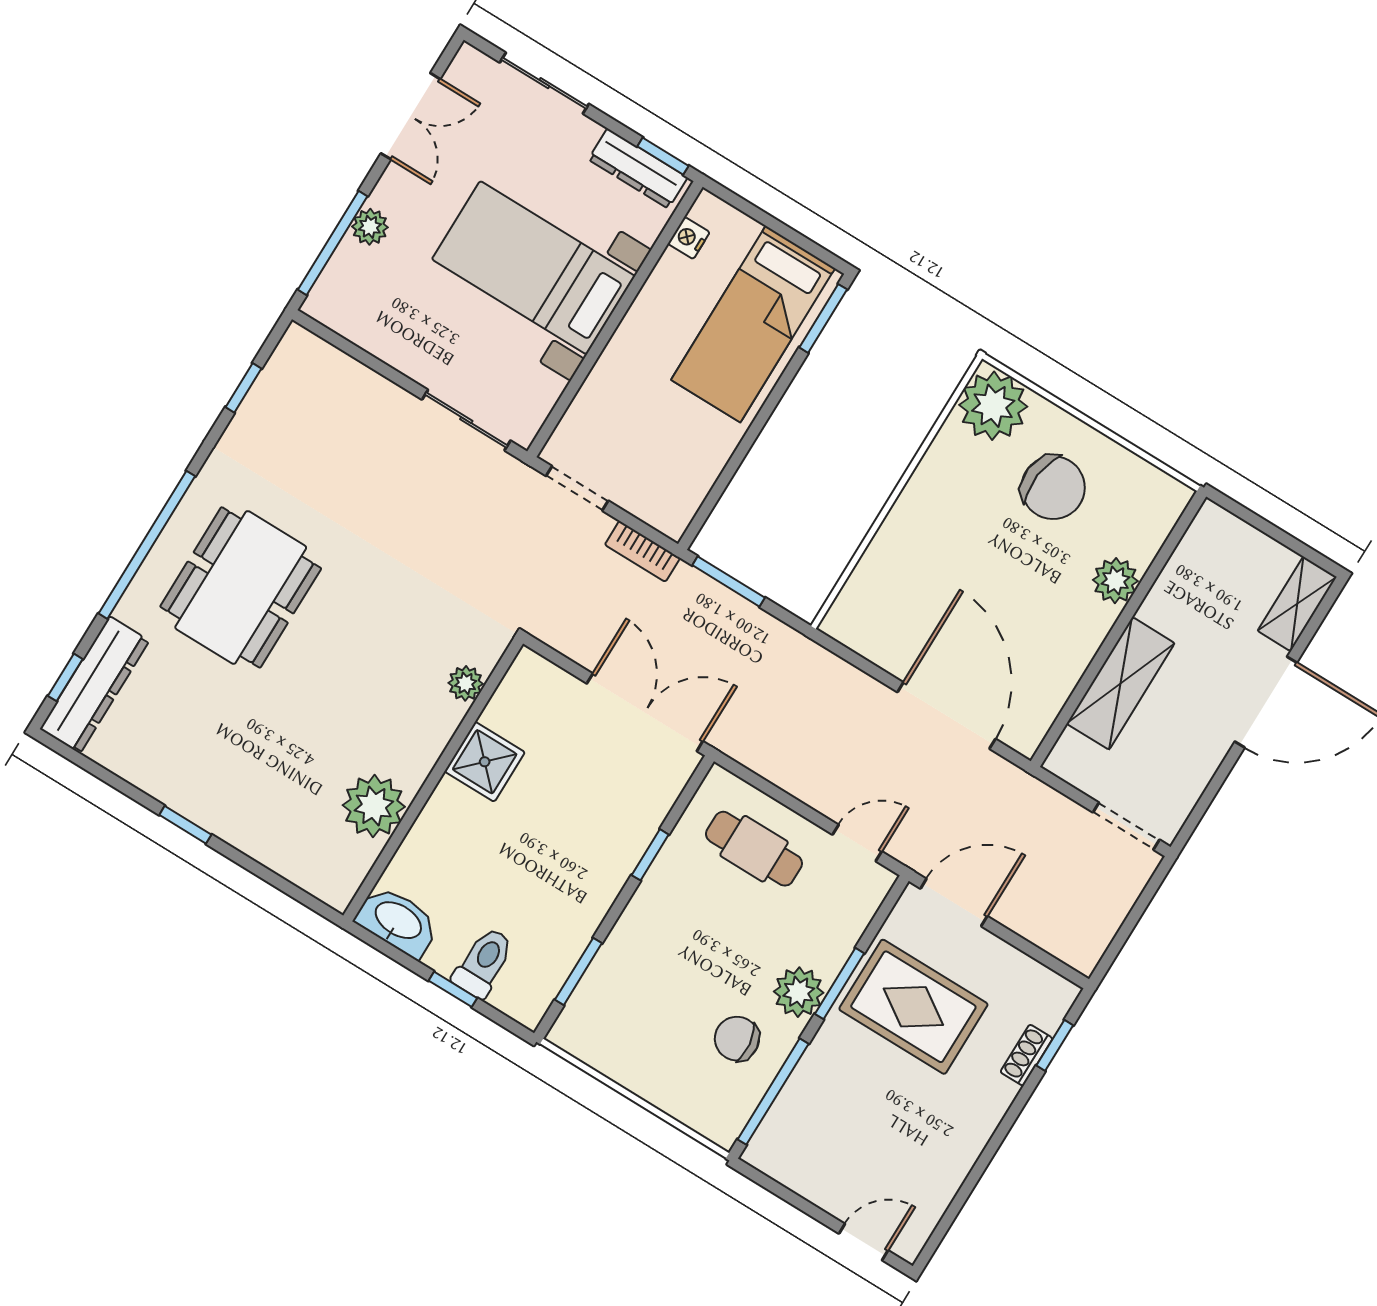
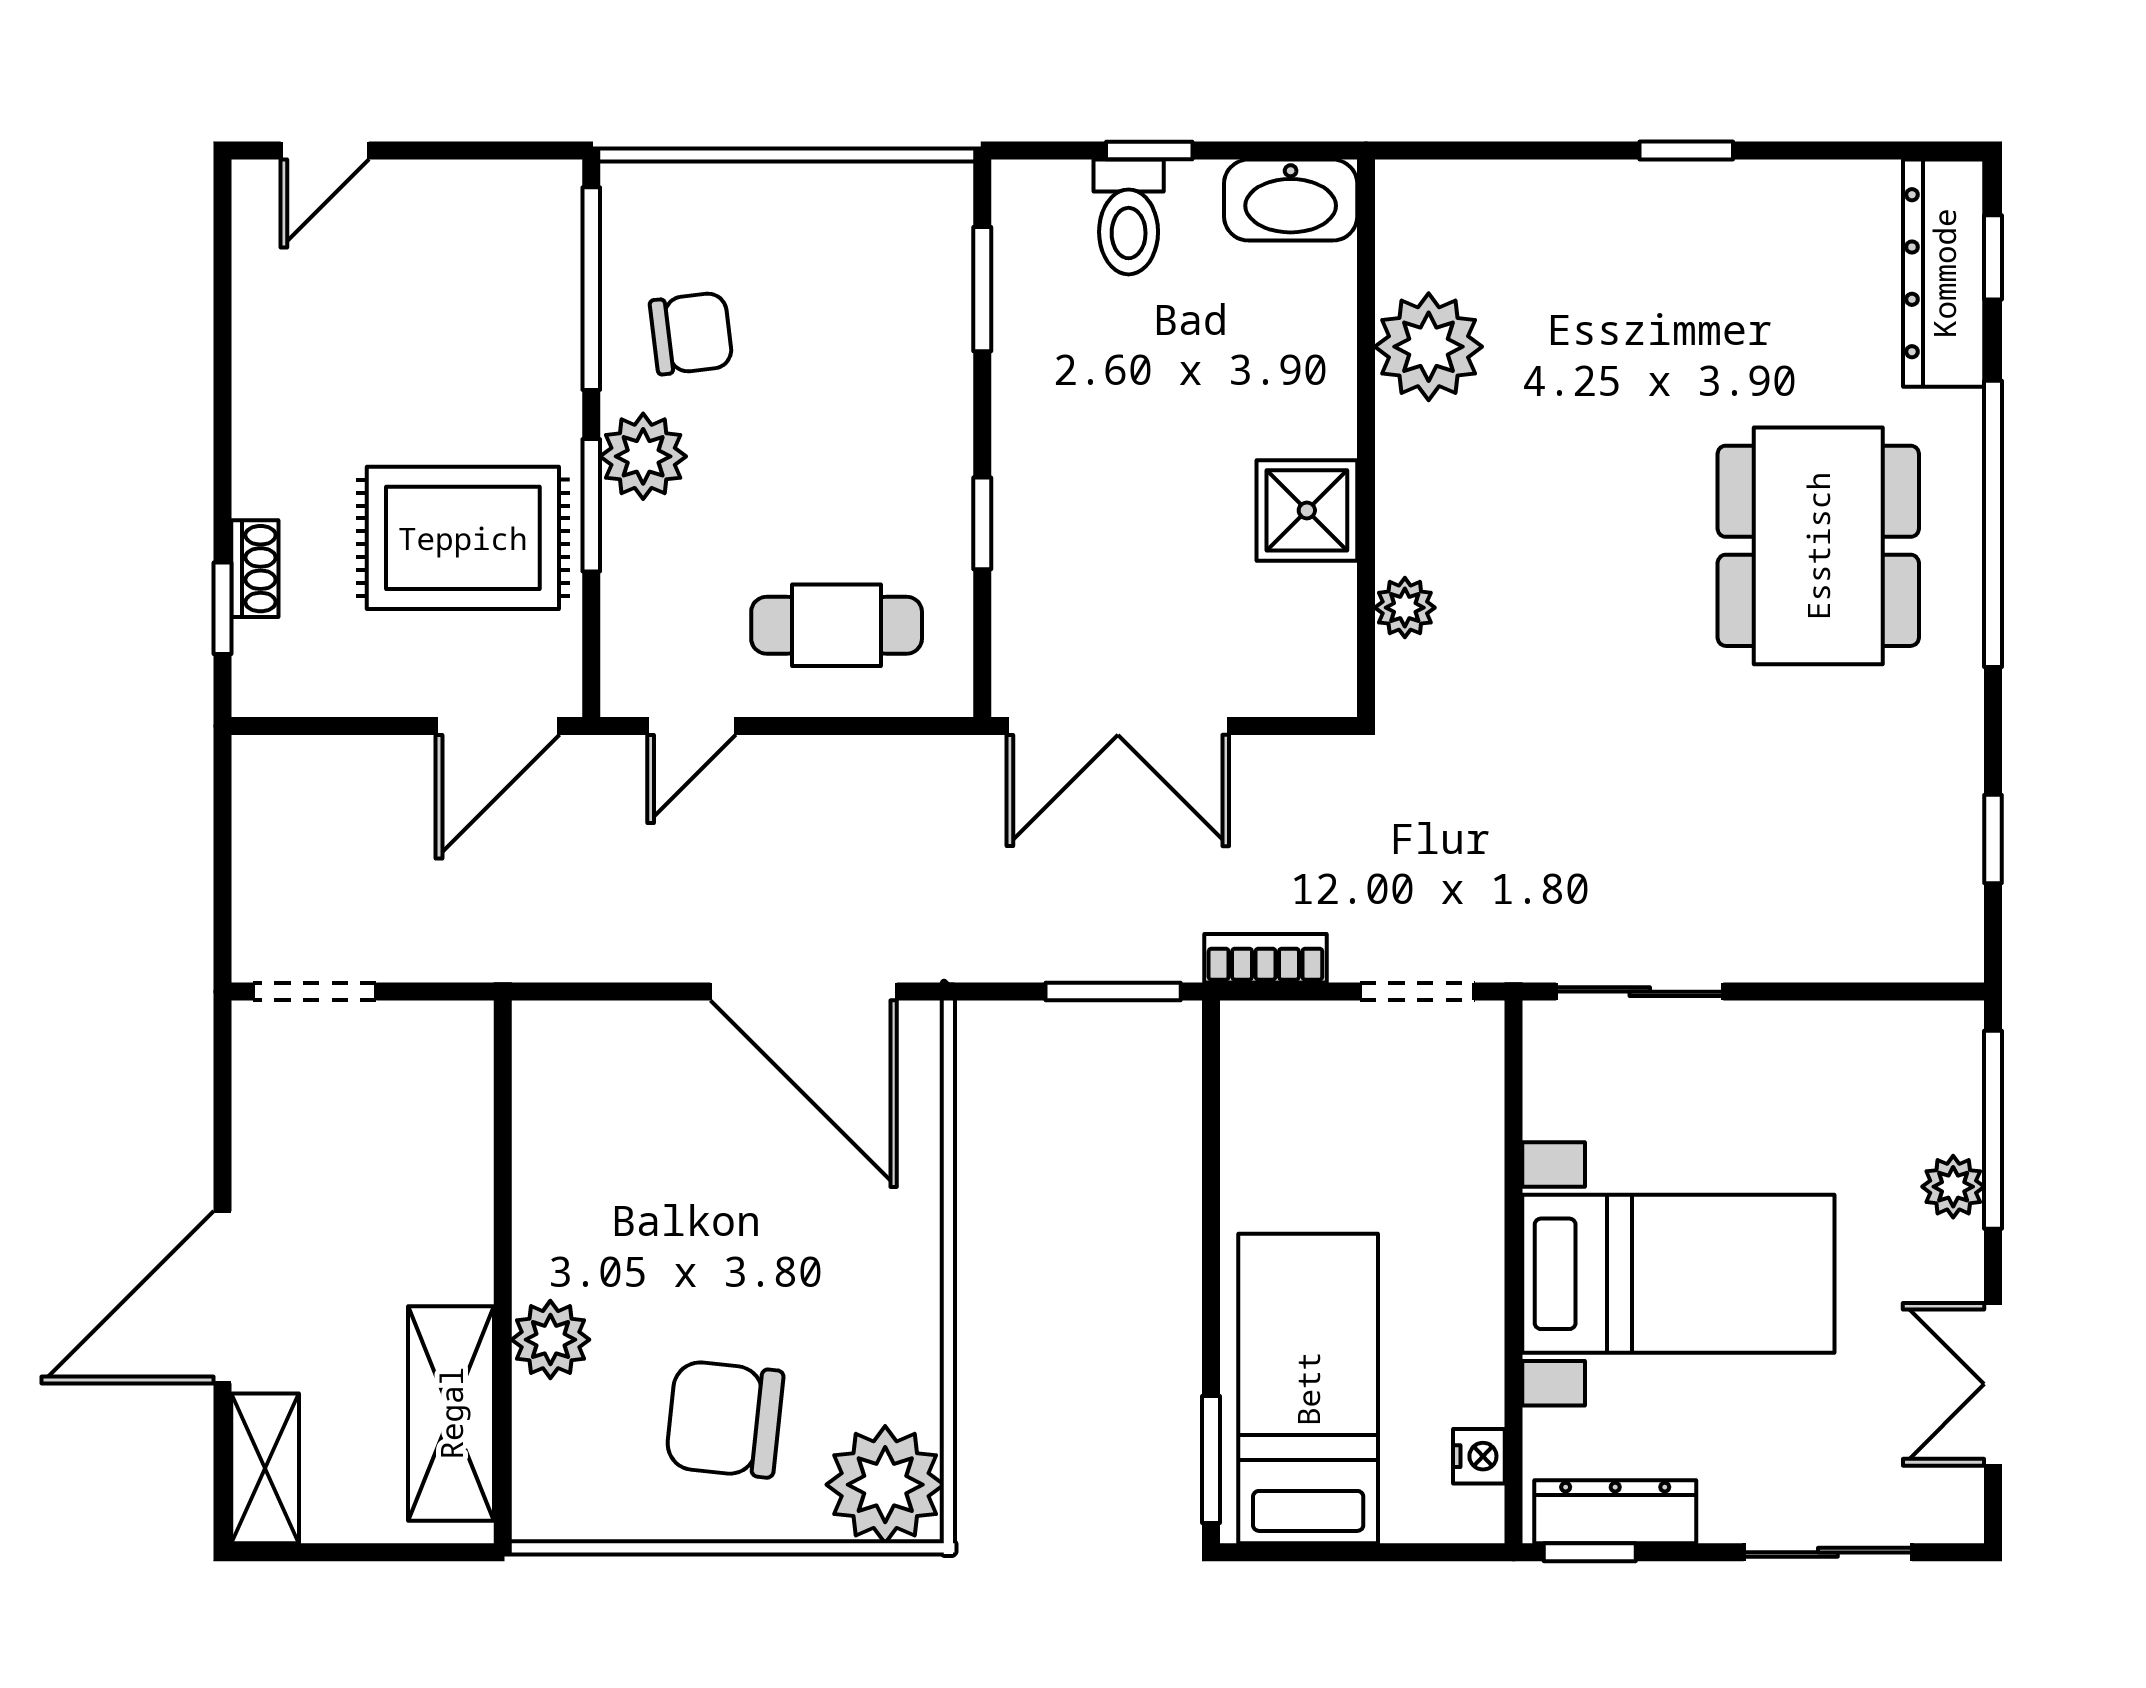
shelving: (1121, 683) -> (451, 1413), moved
door: (946, 716) -> (804, 992), moved

